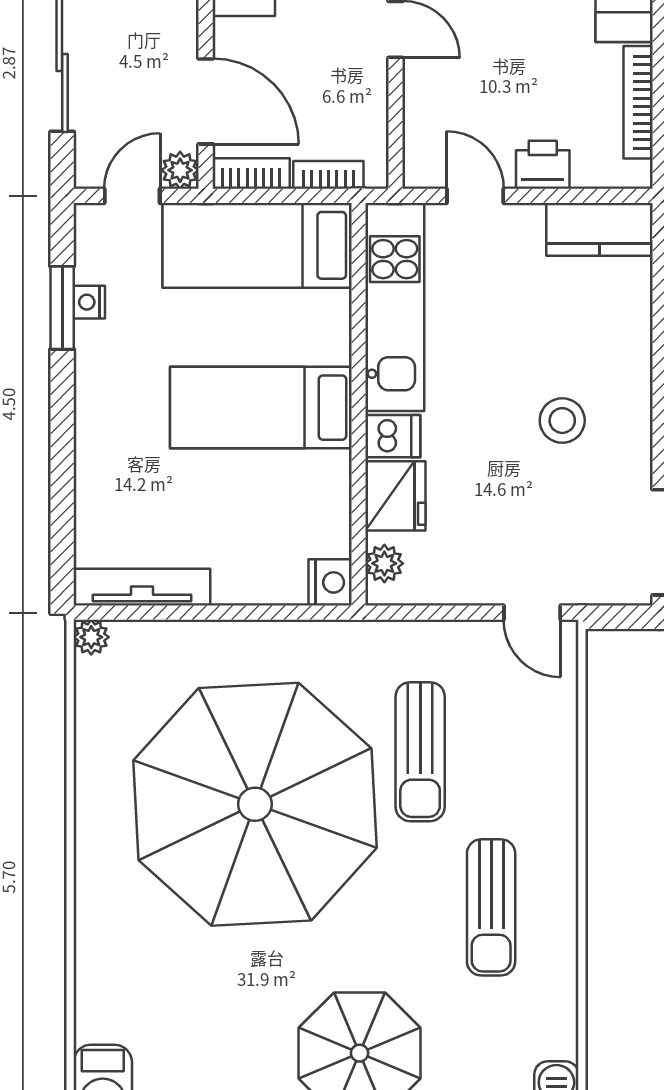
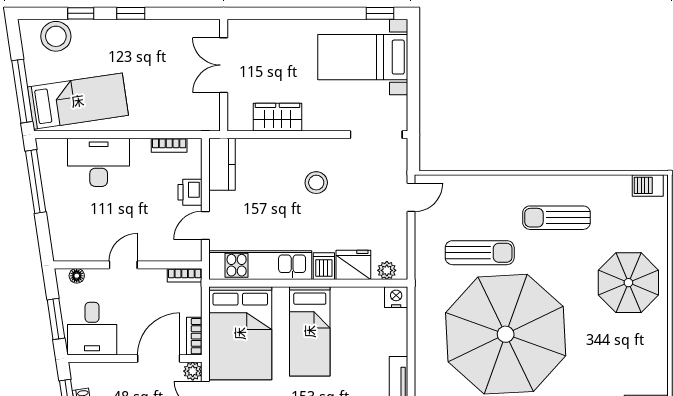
bookcase: (638, 102) -> (169, 145), width x0.64
bookcase: (328, 175) -> (185, 275), moved, turned -90
bed: (257, 245) -> (240, 333), width x1.50
sun lounger: (491, 907) -> (557, 218), turned 180

